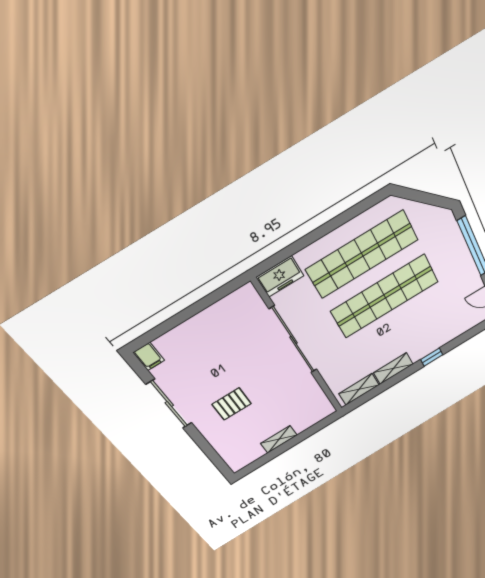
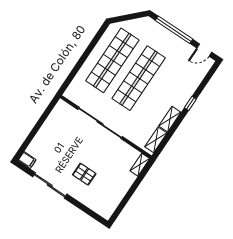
freezer: (280, 277) -> (74, 90), removed
pallet: (232, 404) -> (84, 174), turned 90
shelving: (279, 439) -> (140, 165), moved

